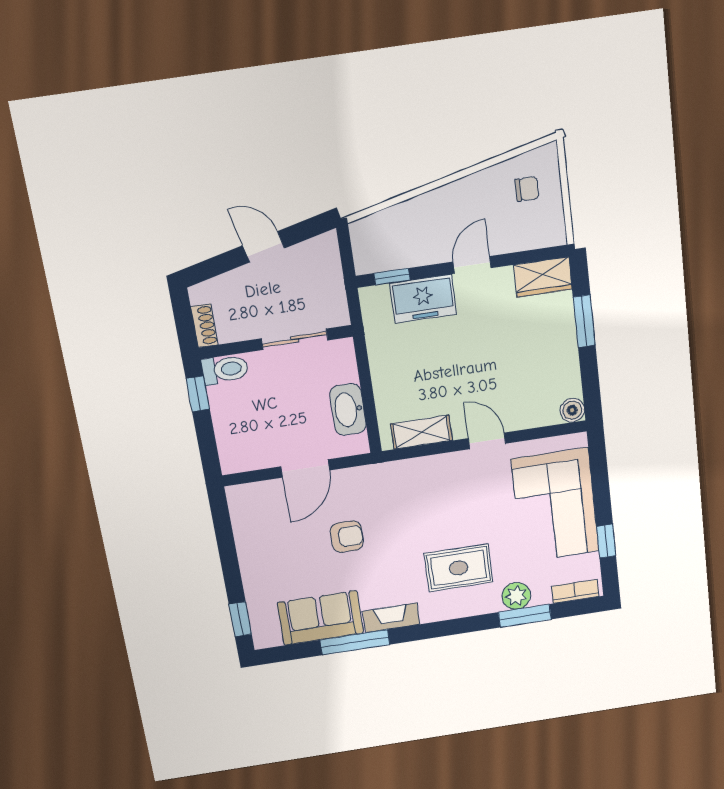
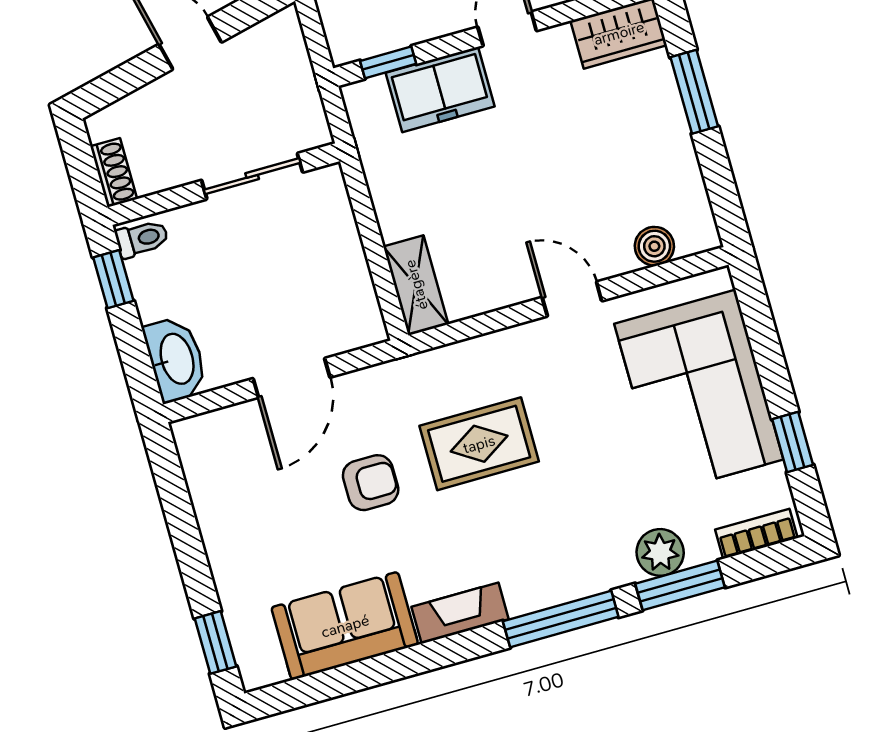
toilet: (225, 369) -> (142, 239), width x0.73, depth x0.72
washbasin: (348, 410) -> (176, 359), moved, turned 180
boiler: (572, 410) -> (654, 246), moved
shelving: (422, 432) -> (416, 285), moved, turned 90
rug: (459, 568) -> (479, 444), moved
window: (355, 642) -> (561, 619), moved

